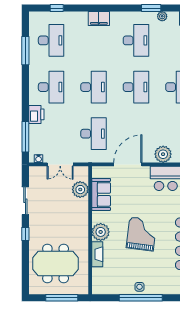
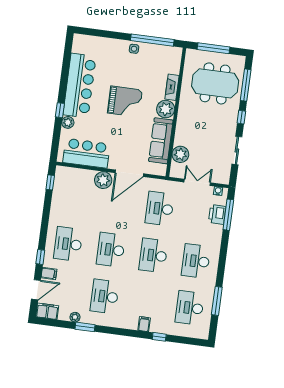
window: (57, 8) -> (159, 337), moved
filing cabinet: (99, 18) -> (144, 324), width x0.50
printer: (36, 114) -> (217, 214), moved
plant: (163, 154) -> (103, 180), moved
sofa: (101, 194) -> (161, 141), width x1.36
grand piano: (141, 234) -> (125, 102), turned -97
window: (25, 266) -> (246, 85), added
window: (141, 298) -> (152, 40), moved

